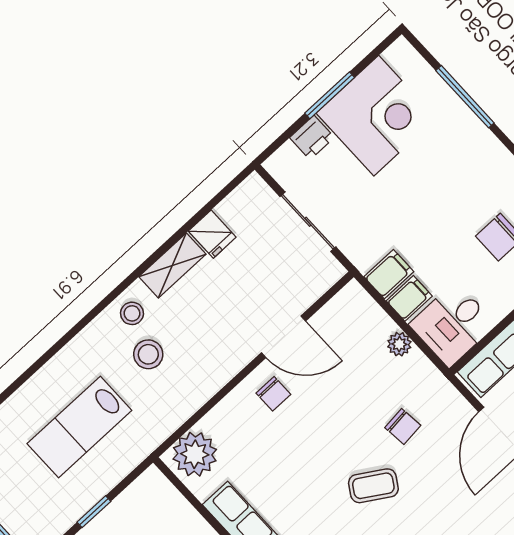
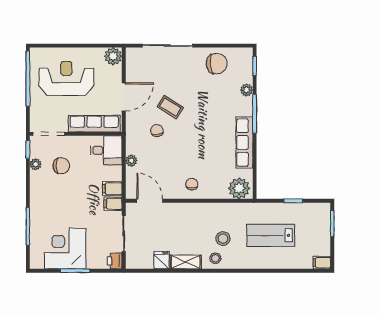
printer: (312, 138) -> (115, 261), moved, turned -90
filing cabinet: (409, 298) -> (113, 204), moved
door: (283, 337) -> (150, 201), moved
lab bench: (79, 427) -> (271, 235), turned 180
coffee table: (373, 486) -> (170, 107), moved

